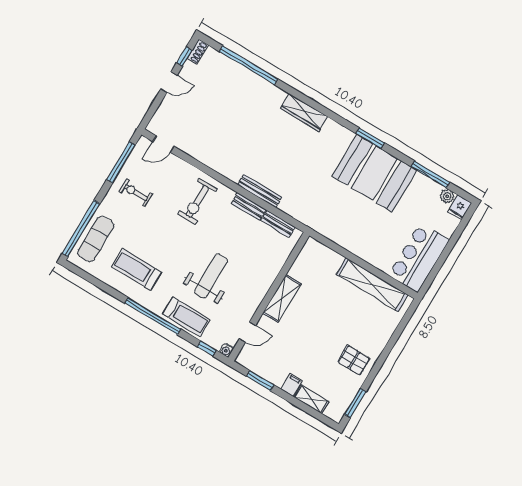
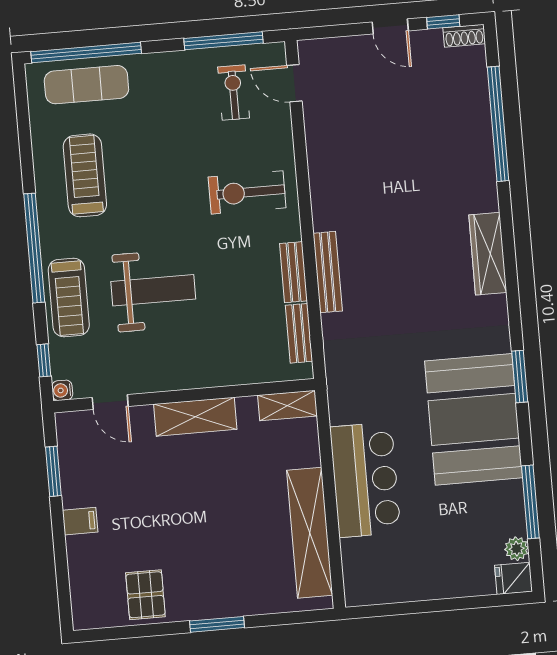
exercise bike: (136, 193) -> (234, 93), moved
bar counter: (419, 258) -> (365, 480), moved, turned 90
pallet: (354, 360) -> (145, 595), moved
shelving: (311, 399) -> (287, 406), moved, turned 90
window: (355, 403) -> (217, 624), moved

